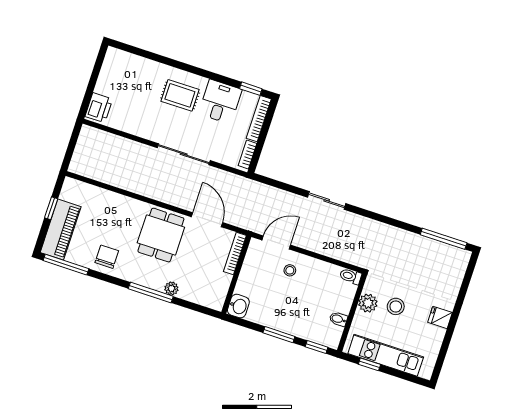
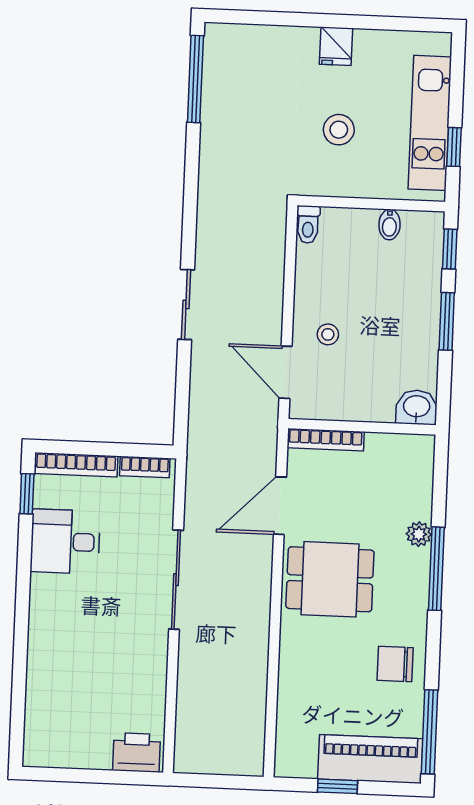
rug: (180, 95) -> (74, 615), removed
plant: (368, 303) -> (347, 180), removed

